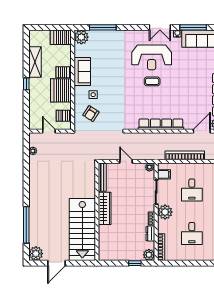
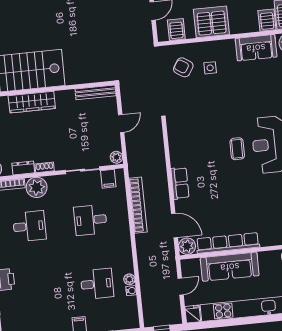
server rack: (64, 72) -> (267, 20), moved
sofa: (82, 72) -> (256, 48), moved
row of seats: (161, 124) -> (180, 183), width x0.50
wardrobe: (105, 208) -> (32, 102), moved
plant: (165, 212) -> (37, 187), moved
desk: (192, 233) -> (29, 226), turned 180

